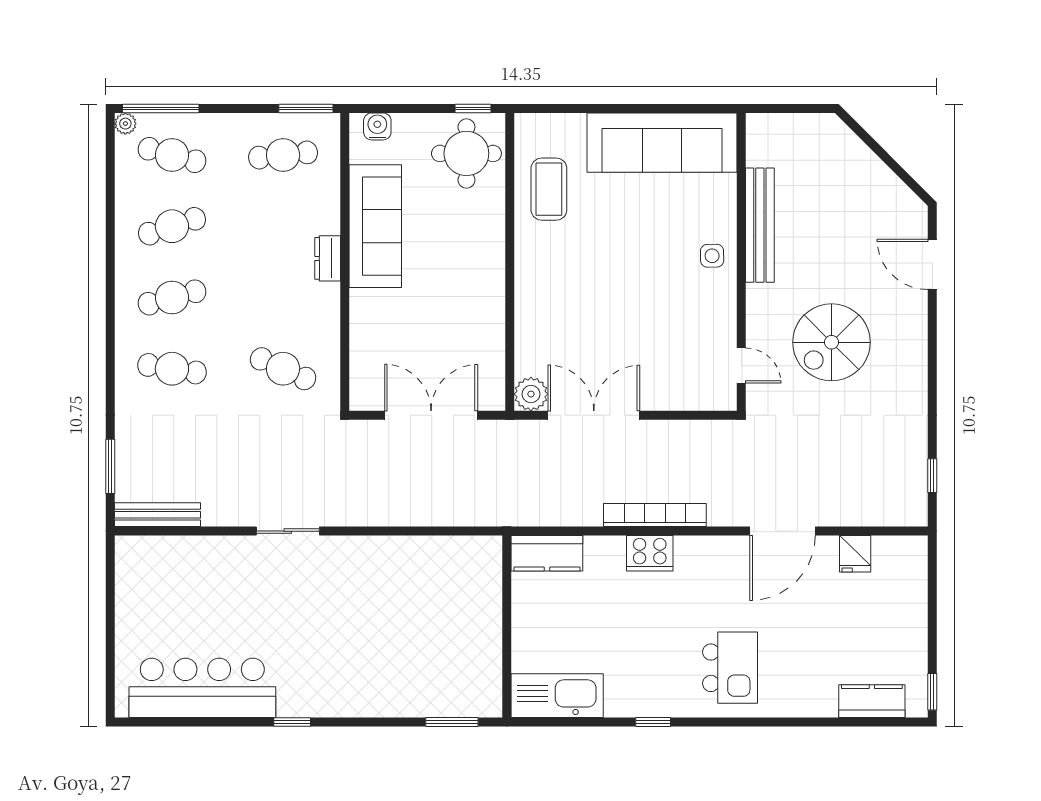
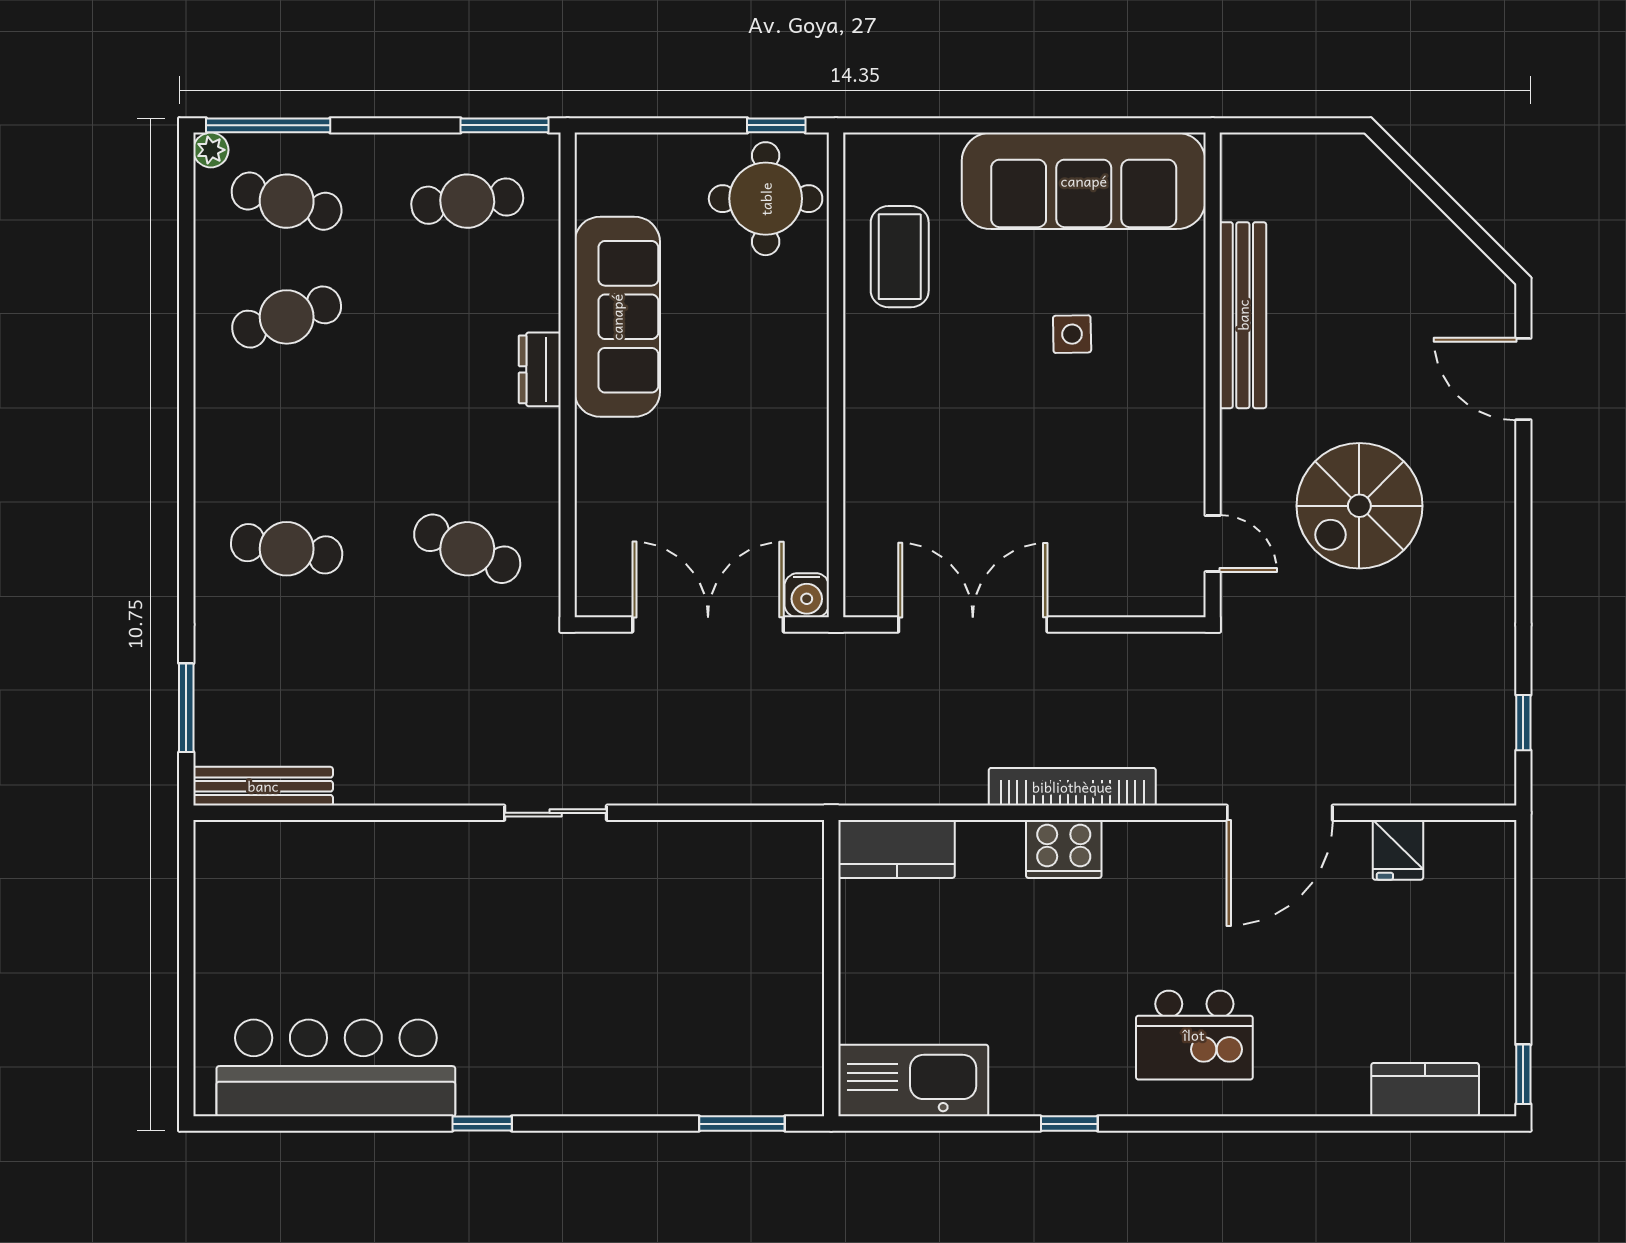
water cooler: (377, 126) -> (807, 595), moved, turned 180
side table: (712, 256) -> (1072, 334), moved
cafe table: (172, 297) -> (287, 433), removed
plant: (531, 394) -> (871, 590), removed
sliding door: (288, 531) -> (556, 813), moved
kitchen island: (730, 668) -> (1194, 1035), turned 90

